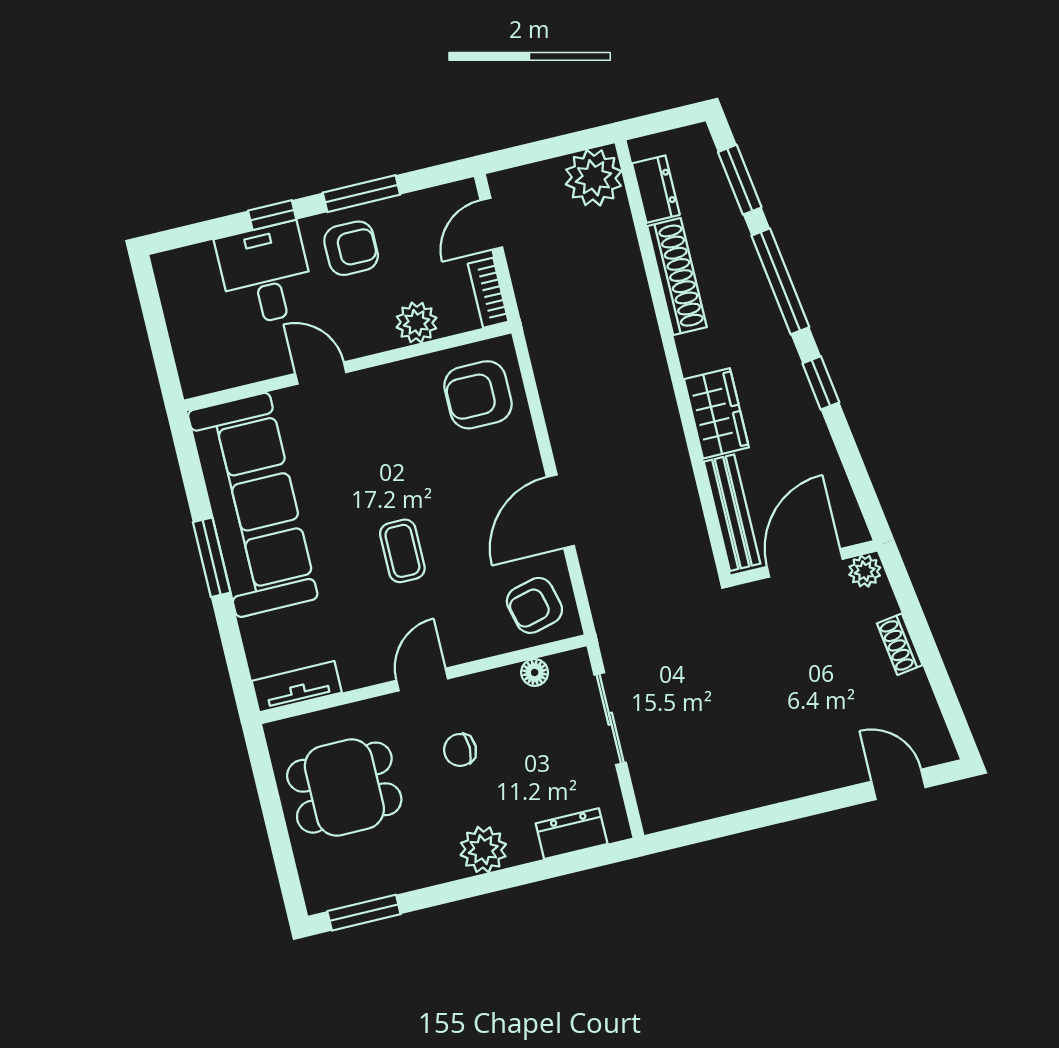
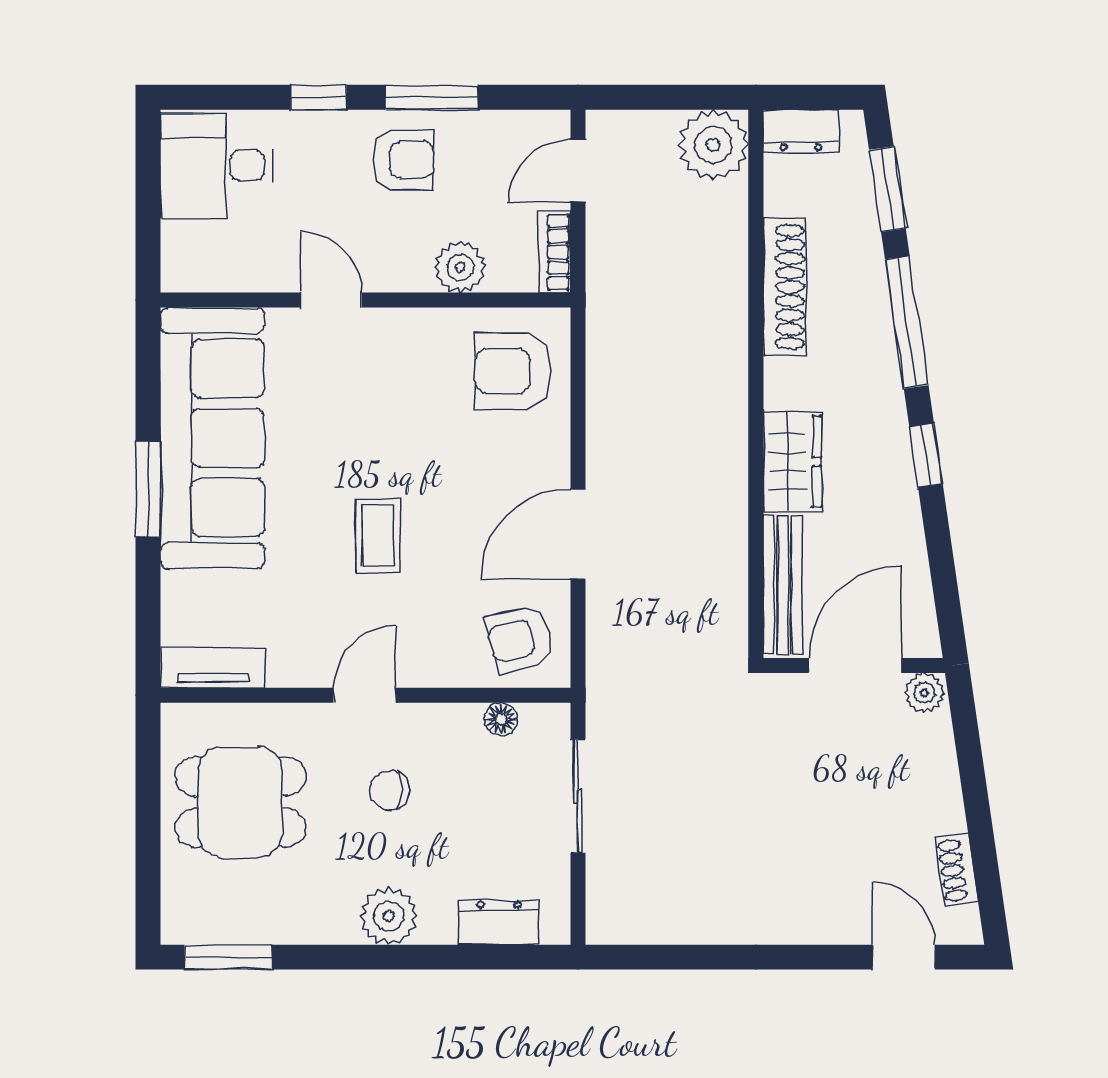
dresser: (656, 189) -> (801, 131), moved, turned 90
desk: (266, 274) -> (217, 166), moved, turned -90
shoe rack: (900, 644) -> (957, 870), moved

